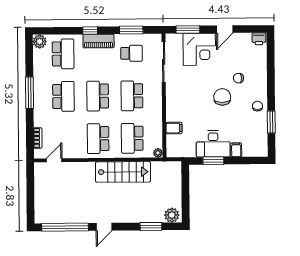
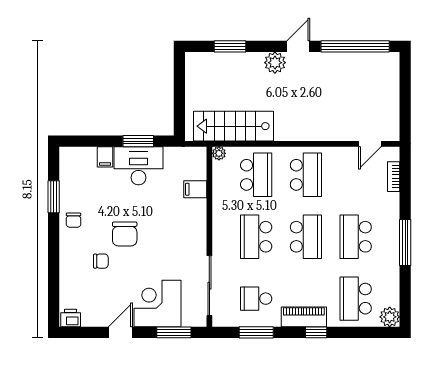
school desk: (132, 96) -> (256, 237), turned 180
stairs: (123, 172) -> (233, 126), moved
plant: (172, 215) -> (275, 63), moved

